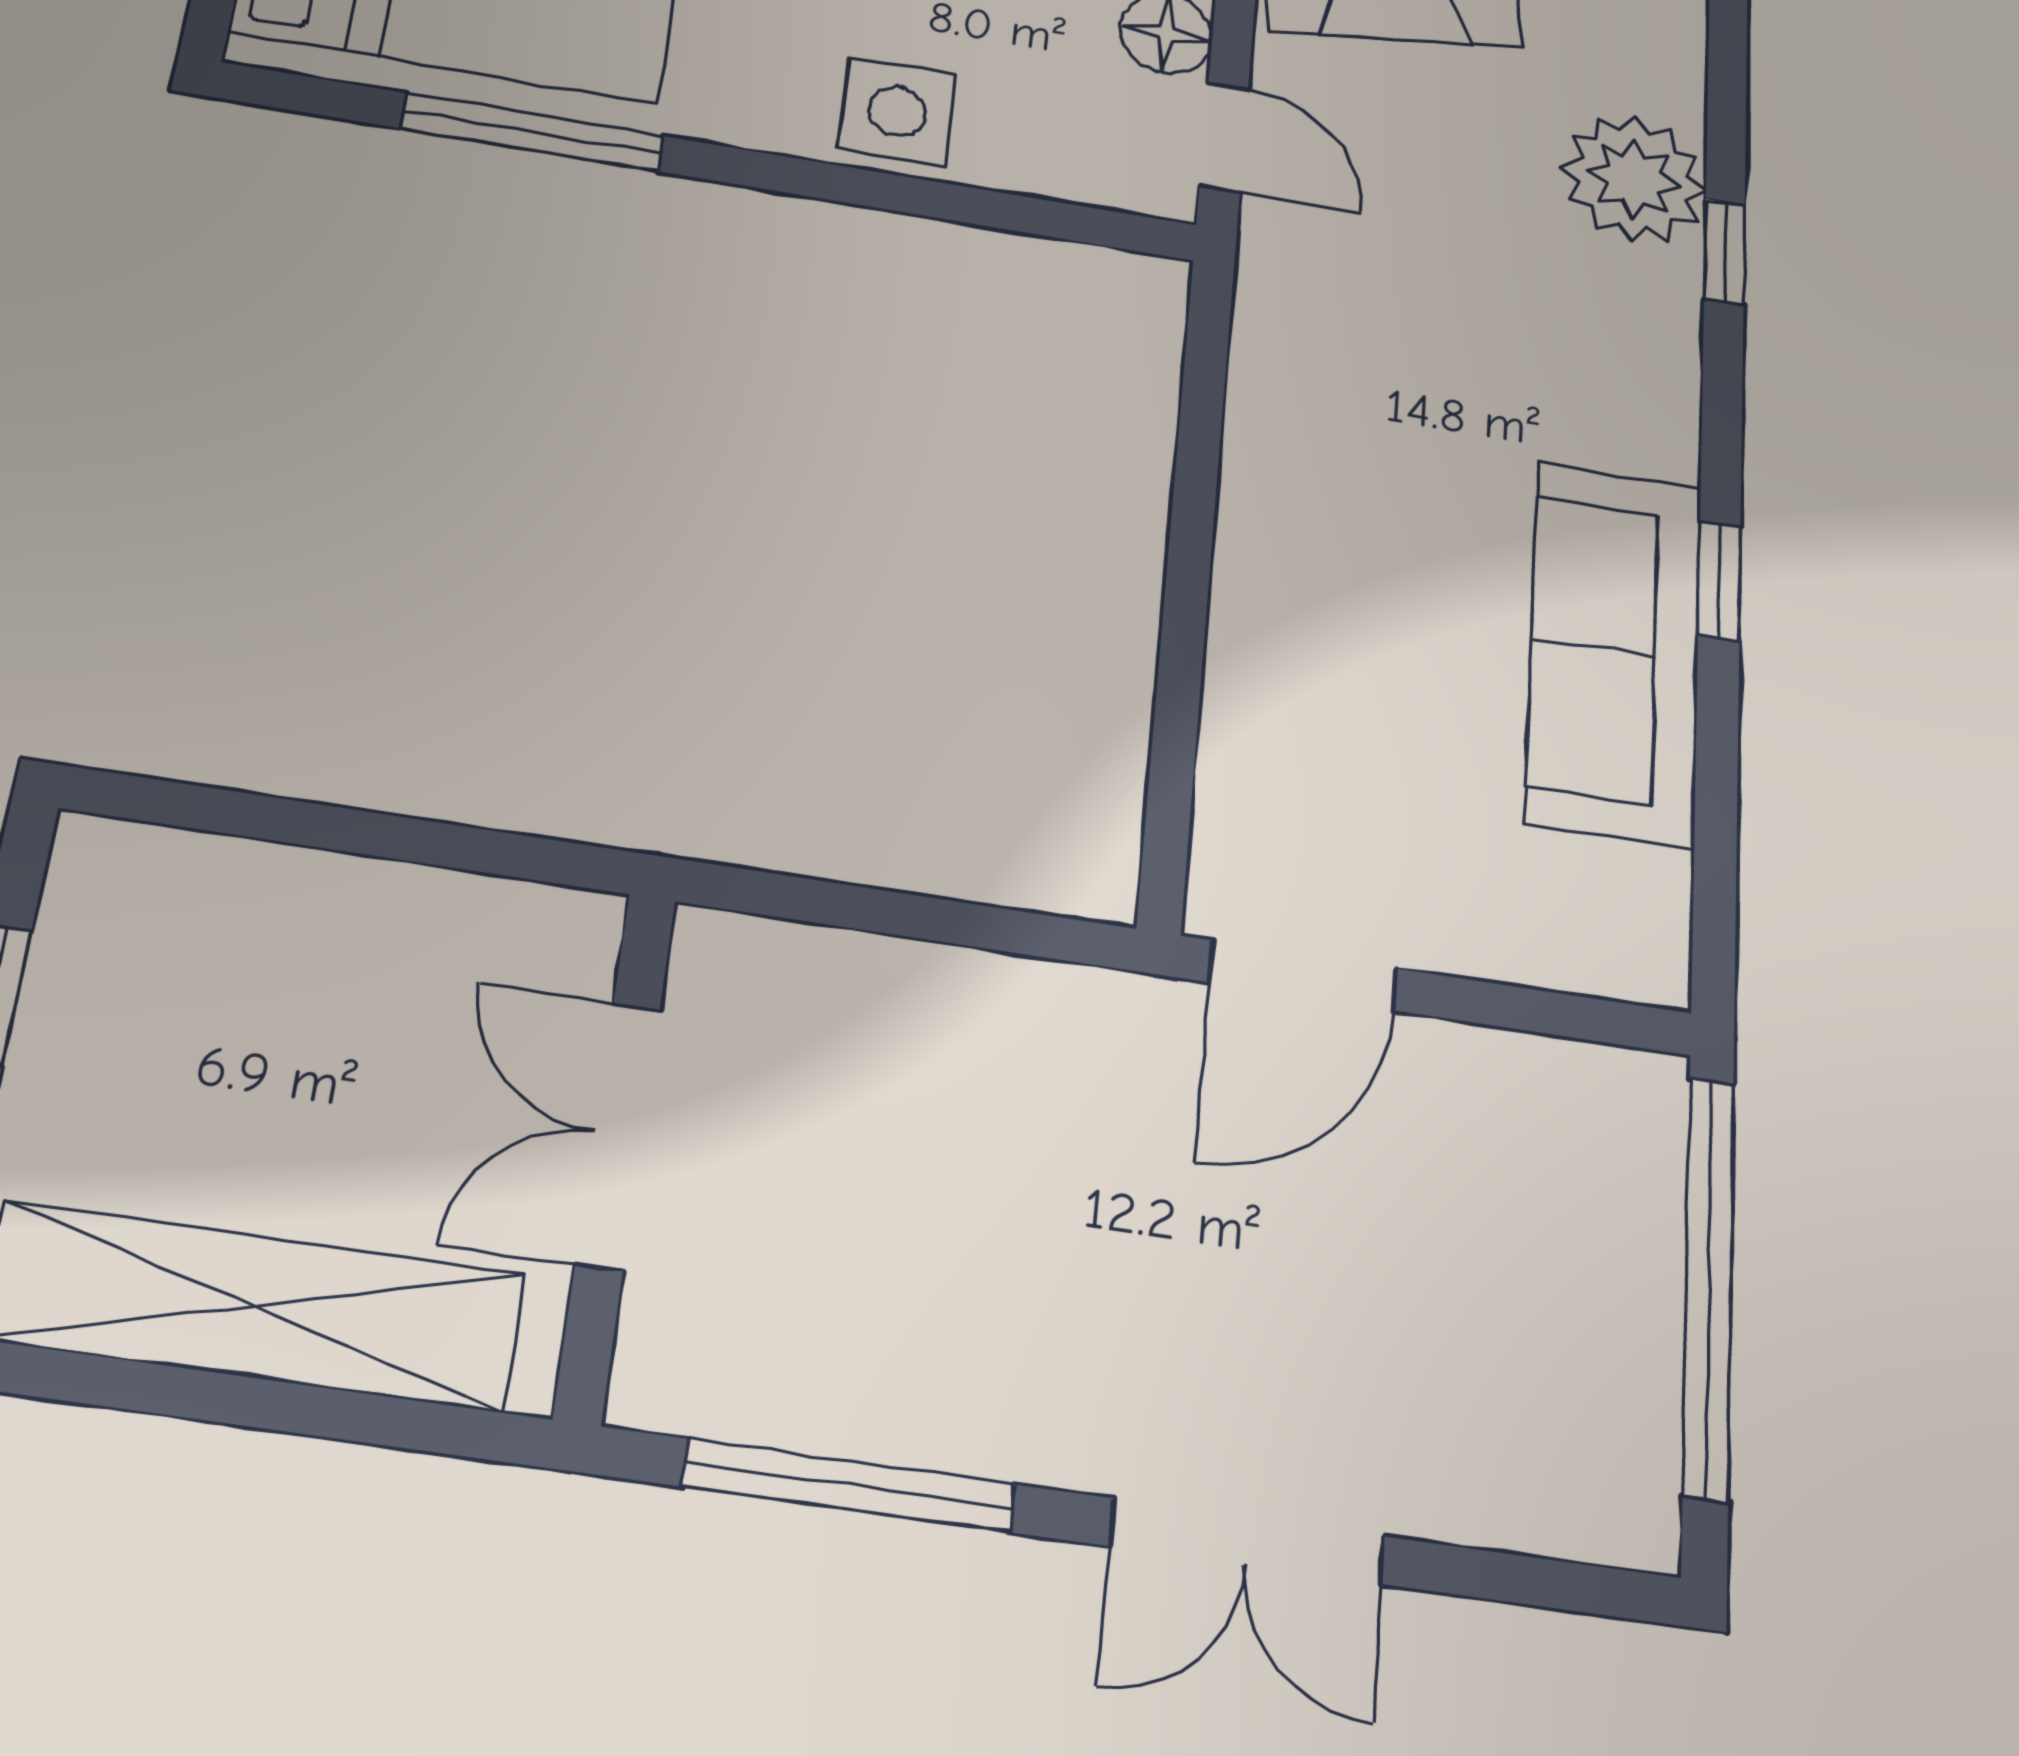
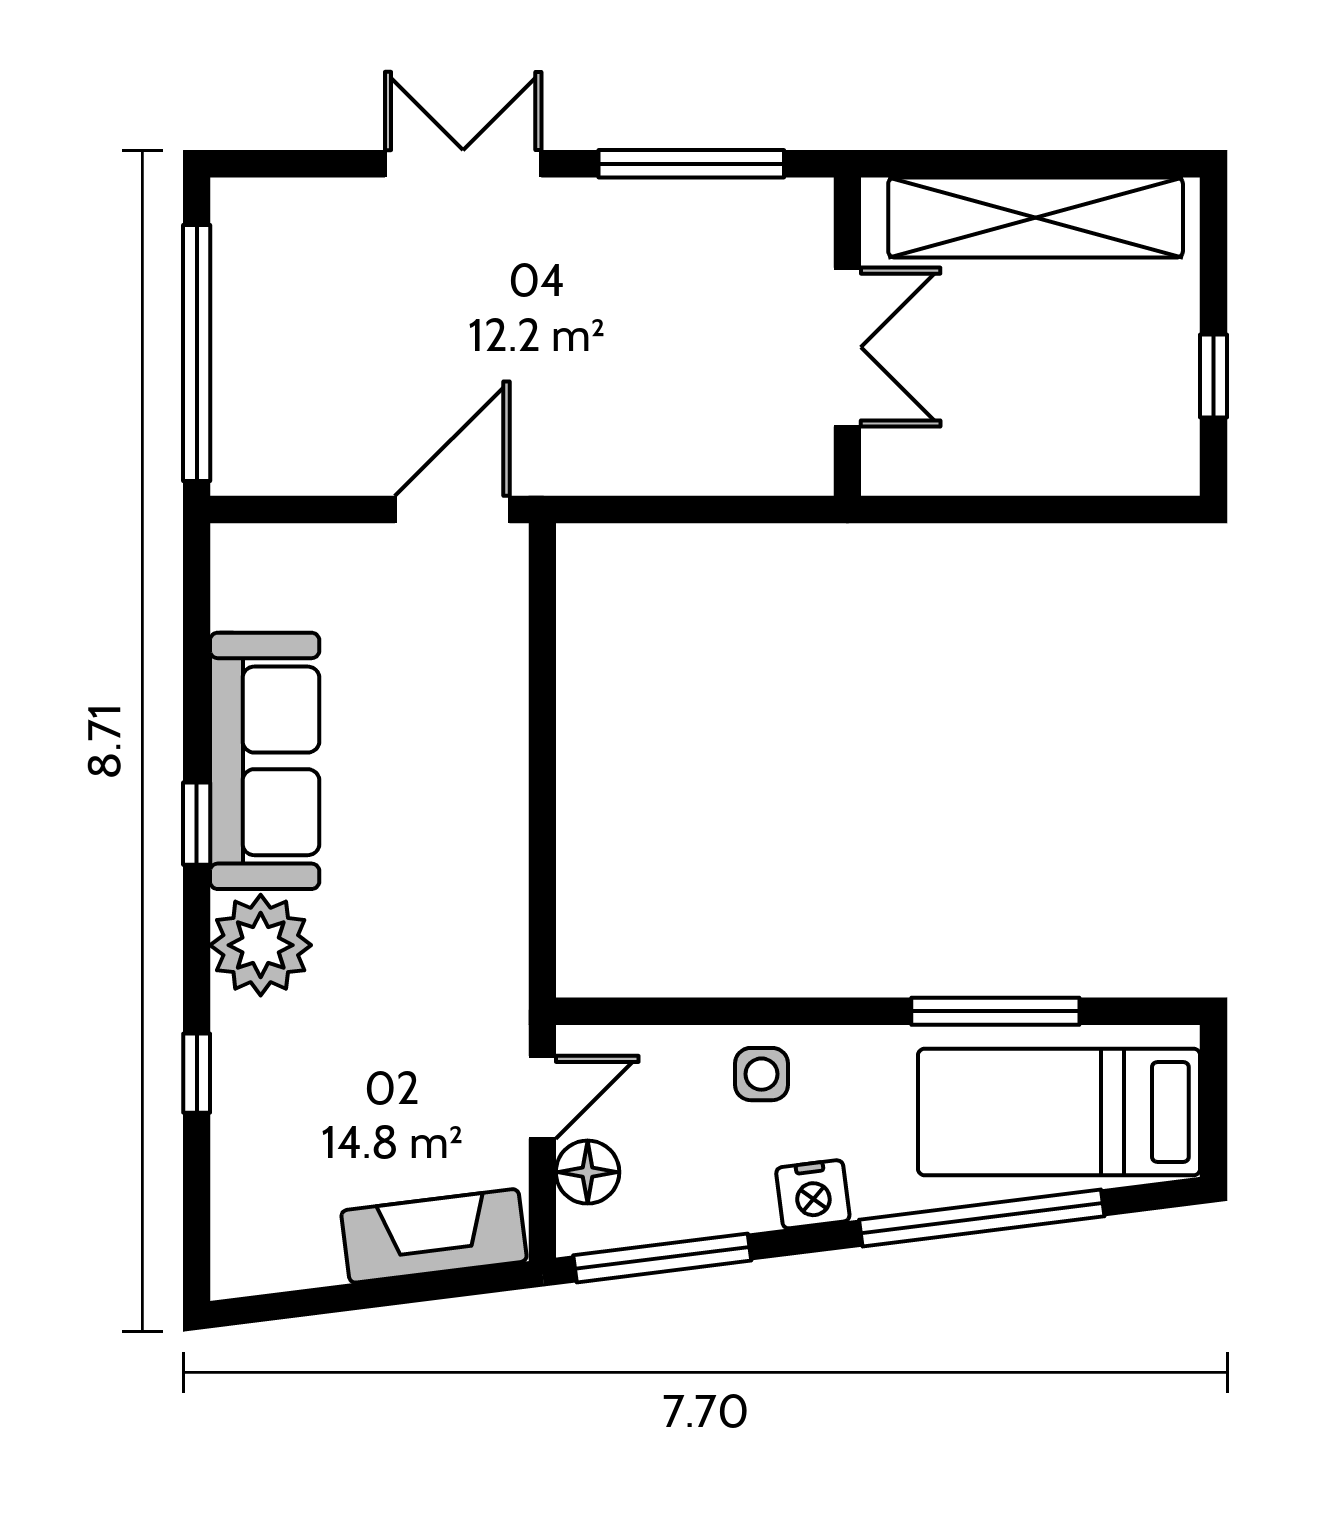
side table: (897, 111) -> (761, 1074), width x0.73, depth x0.73
door: (1224, 137) -> (542, 1097), swing flipped
plant: (1634, 179) -> (261, 945), moved

